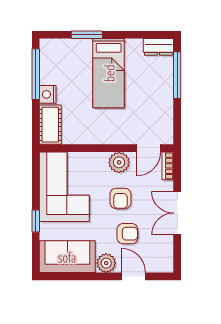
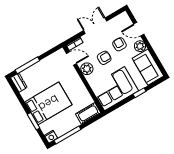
bed: (109, 73) -> (48, 103), width x1.50
nightstand: (48, 94) -> (51, 137), moved
double door: (177, 213) -> (95, 26), swing flipped
door: (133, 276) -> (139, 29), hinge flipped

